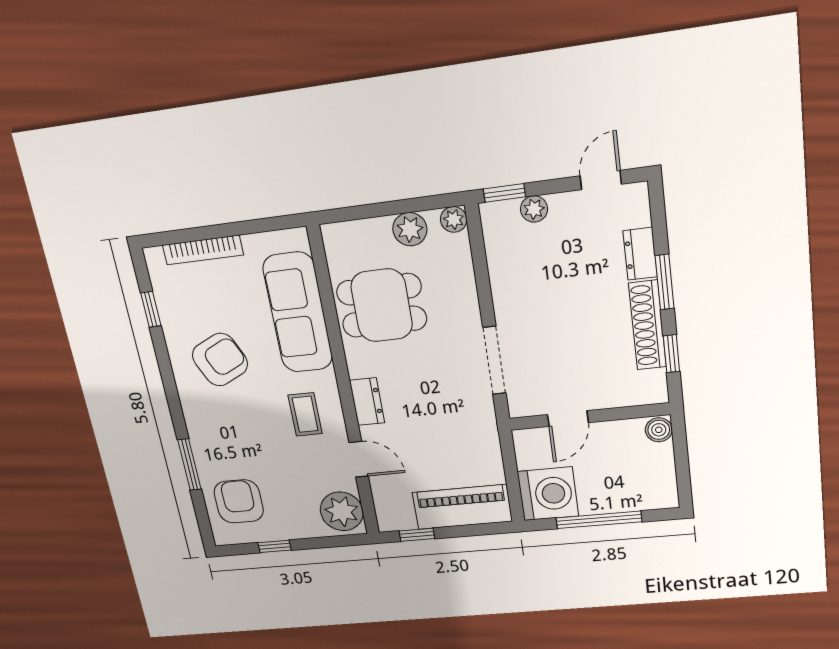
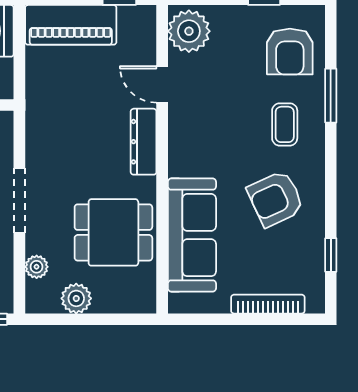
plant: (454, 219) -> (37, 267), moved
doorway: (494, 361) -> (19, 200), moved
dresser: (367, 402) -> (144, 142), width x1.44
coffee table: (305, 414) -> (285, 124), moved

